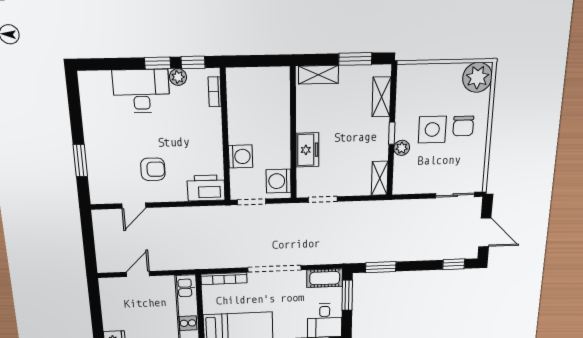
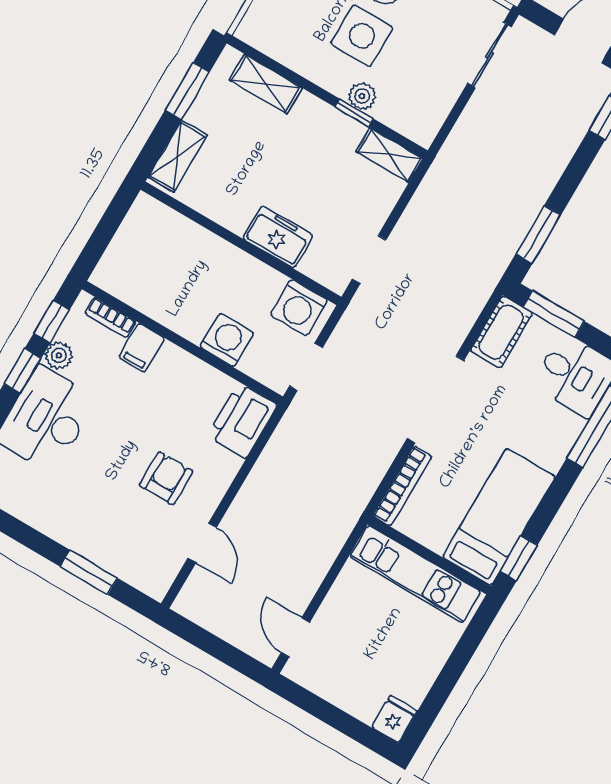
filing cabinet: (210, 117) -> (142, 348), added
window: (392, 133) -> (354, 113), moved
door: (138, 274) -> (295, 637), moved

